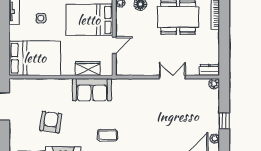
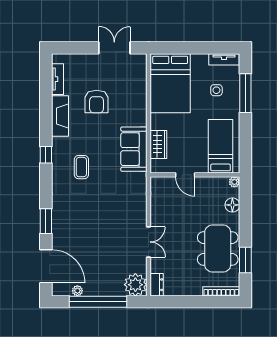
bed: (89, 20) -> (221, 146), width x0.67
plant: (214, 84) -> (135, 285), width x1.87, depth x1.87
window: (224, 121) -> (98, 302), width x3.17
armchair: (51, 122) -> (97, 102), turned 82

